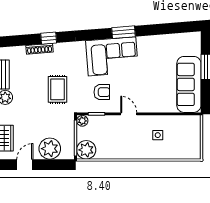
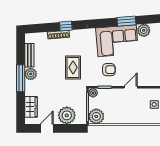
plant: (145, 44) -> (144, 30), added
door: (129, 114) -> (131, 87), hinge flipped

